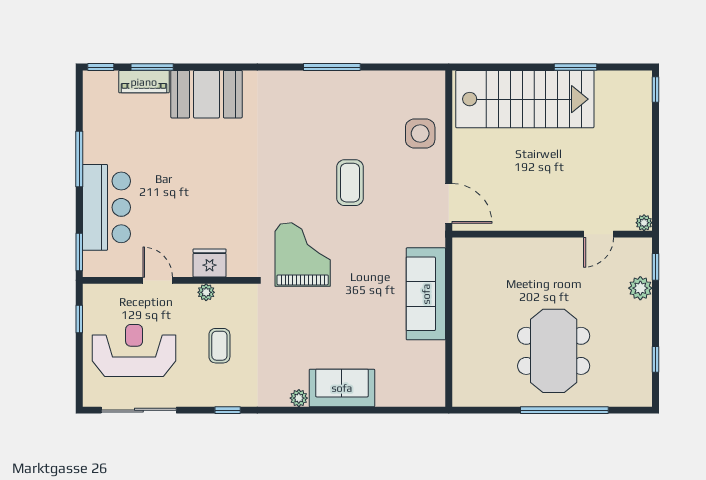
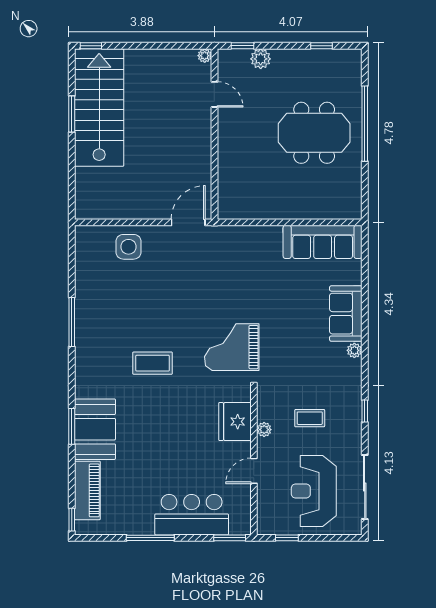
window: (152, 67) -> (72, 426), moved
piano: (144, 82) -> (87, 490), width x1.37, depth x1.33
stairs: (525, 99) -> (99, 108), moved
coffee table: (350, 183) -> (153, 363), moved
fridge: (210, 263) -> (235, 422), width x1.36, depth x1.34
sofa: (426, 294) -> (323, 242), moved

